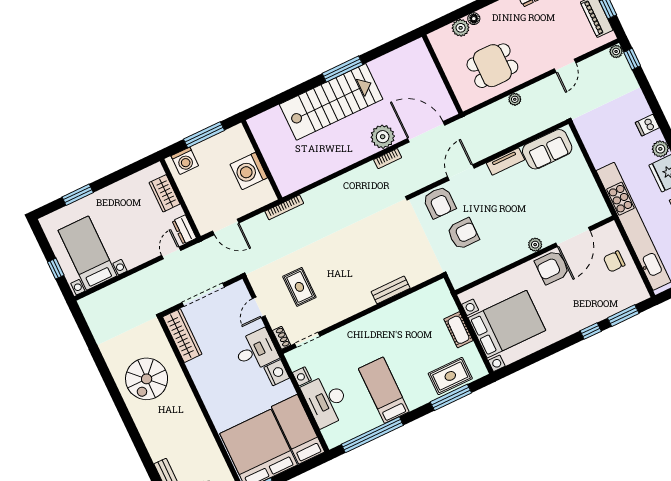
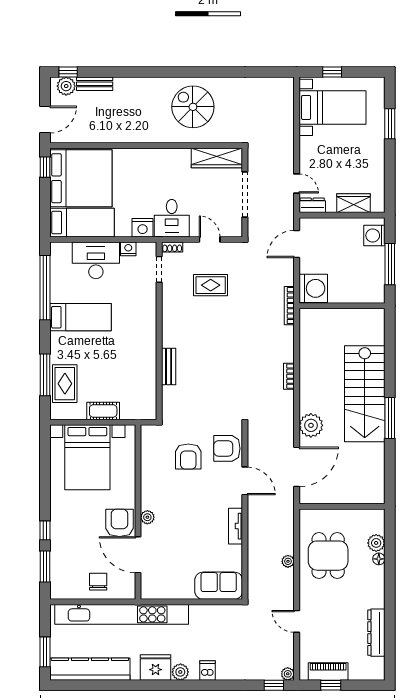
sofa: (547, 149) -> (219, 586), moved, turned 90
bookcase: (388, 159) -> (289, 376), moved
washing machine: (249, 171) -> (313, 288), moved, turned 90

